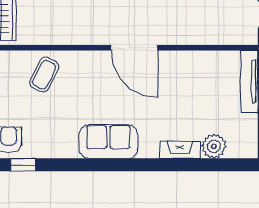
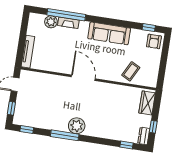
sofa: (108, 142) -> (109, 33), width x1.36
window: (186, 165) -> (66, 15), added

